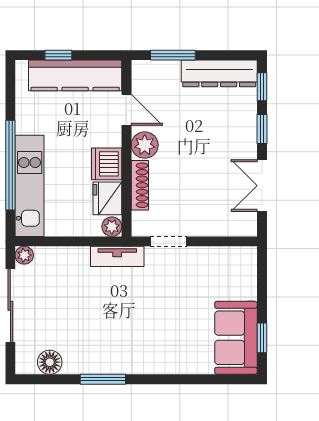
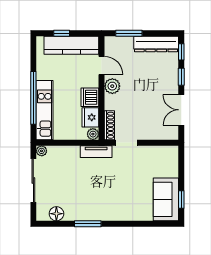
shoe rack: (140, 185) -> (109, 125), moved

